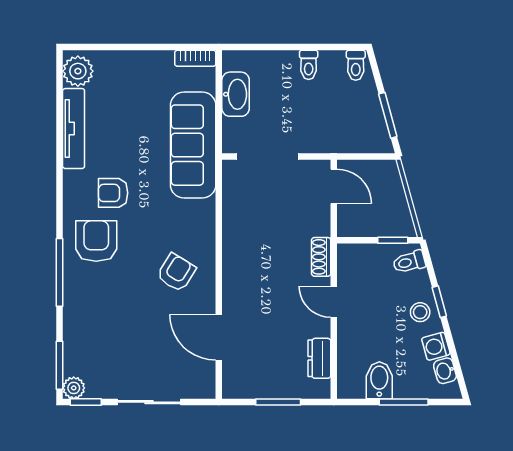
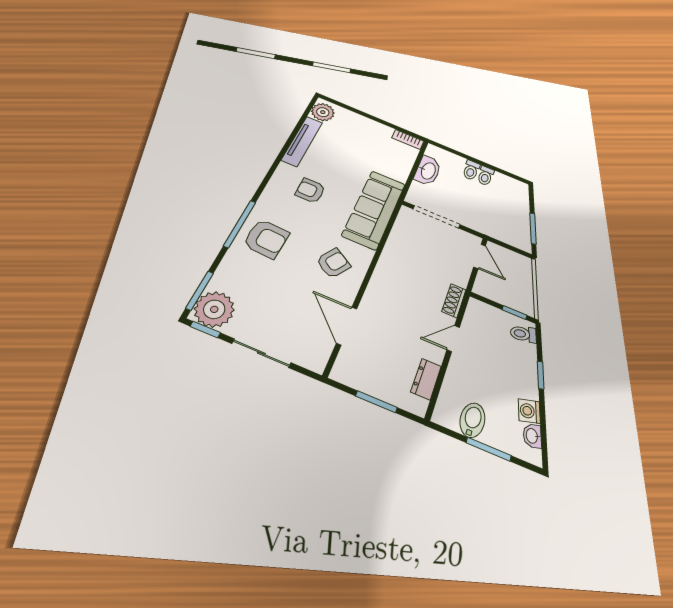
toilet: (356, 65) -> (471, 170), moved
sofa: (193, 145) -> (374, 209), moved
armchair: (96, 241) -> (266, 239), moved, turned 93
door: (334, 302) -> (453, 338), hinge flipped
stool: (420, 312) -> (523, 377), removed
plant: (74, 388) -> (214, 309), width x1.87, depth x1.87

